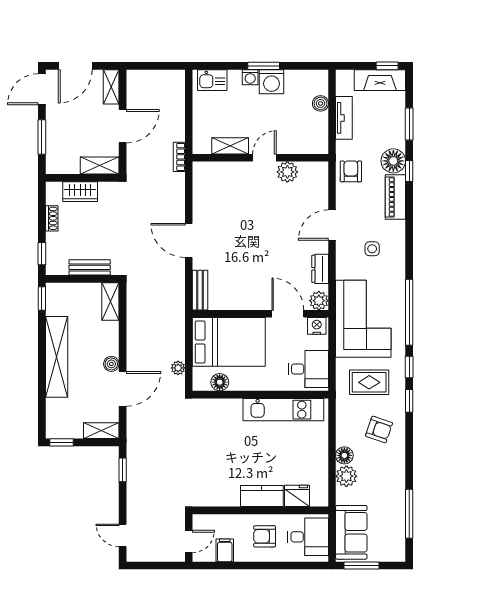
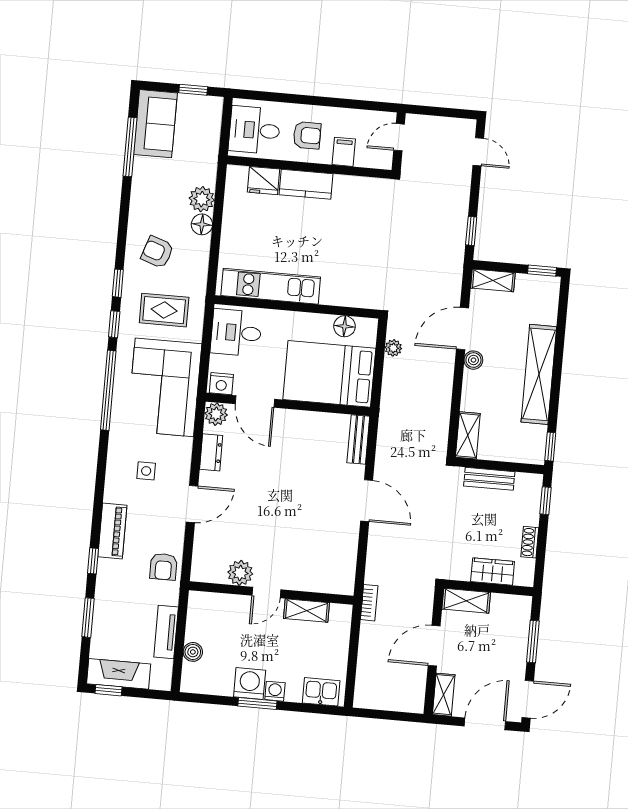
floor lamp: (393, 161) -> (111, 575), removed
sofa: (351, 532) -> (156, 124), moved, turned 180
filing cabinet: (225, 550) -> (344, 152), moved, turned 180
window: (361, 565) -> (193, 90), width x0.67

